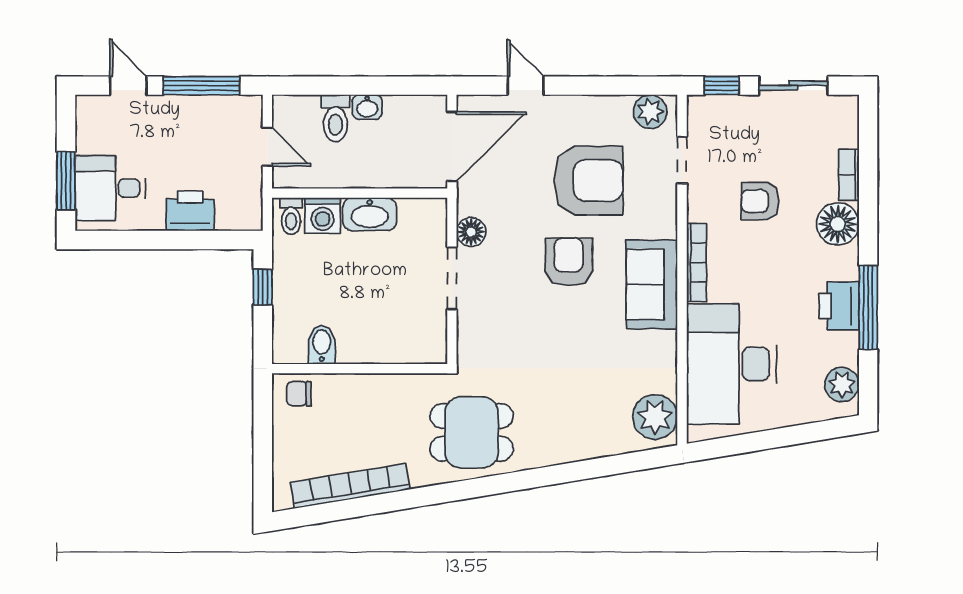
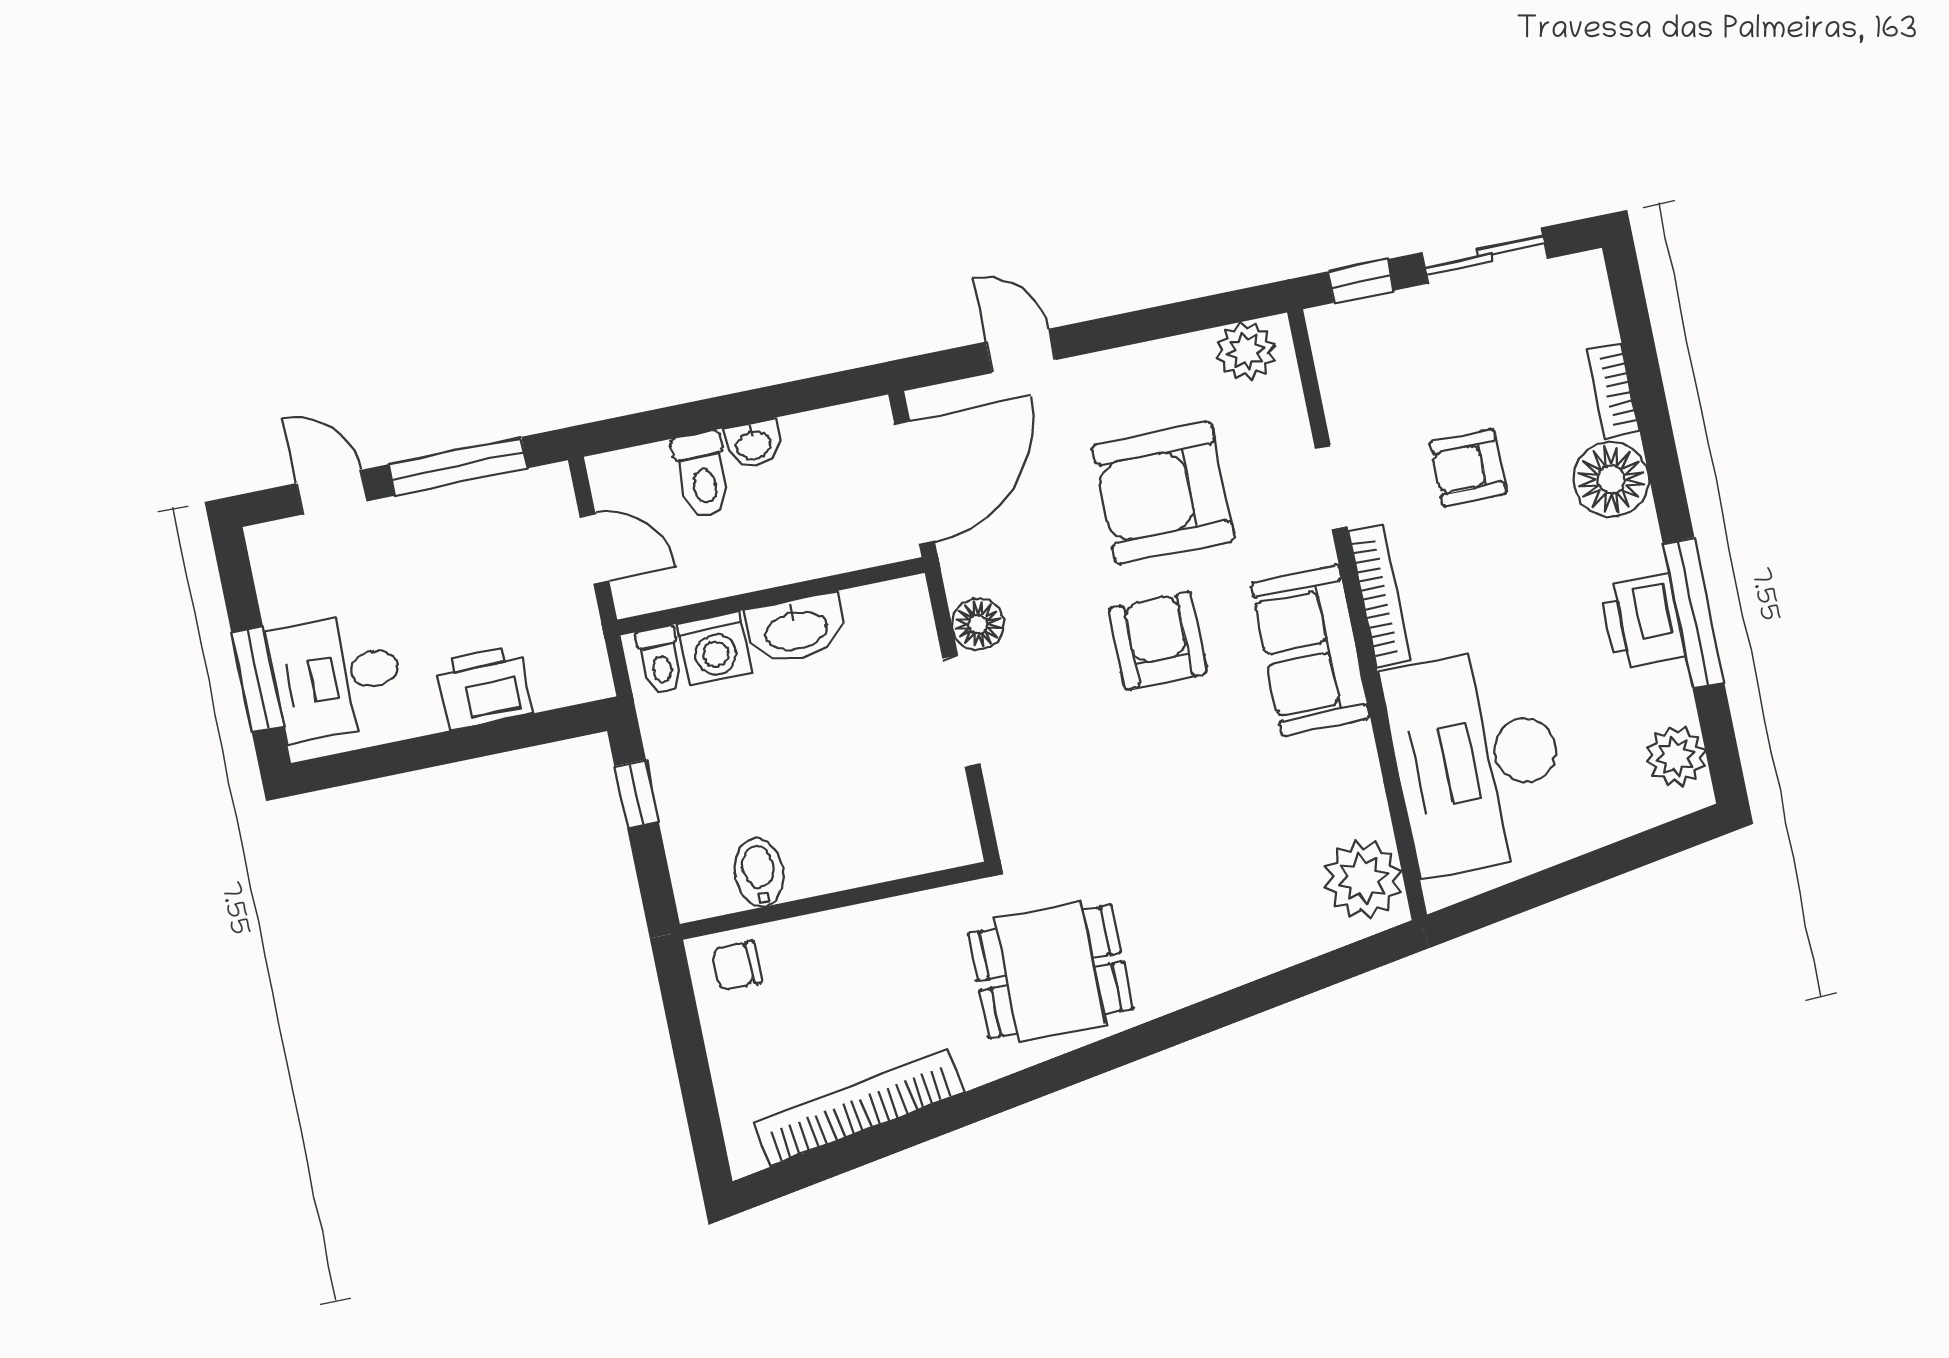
doorway: (682, 160) -> (1331, 487), moved
armchair: (588, 180) -> (1163, 493), turned 180

